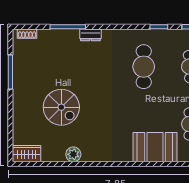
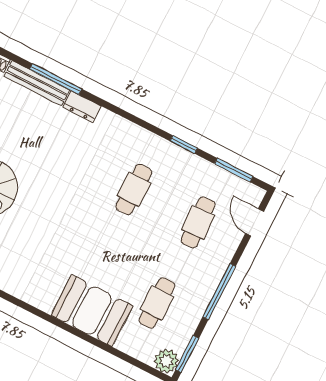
bench: (58, 35) -> (37, 83), added
cafe table: (144, 67) -> (134, 189), width x0.73, depth x0.74

